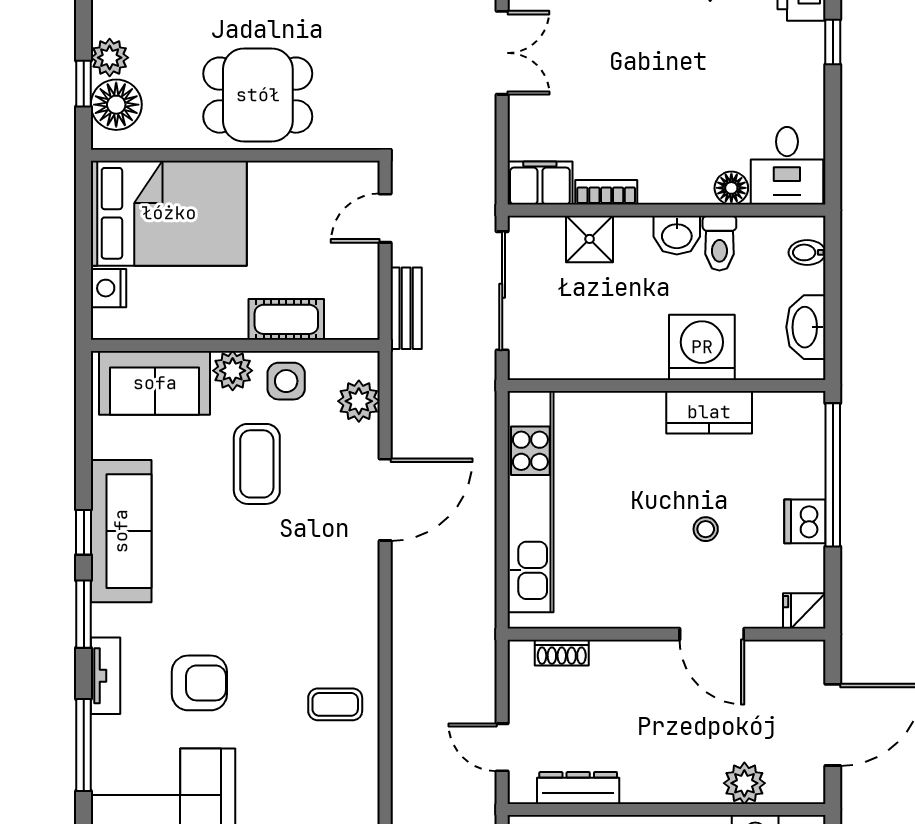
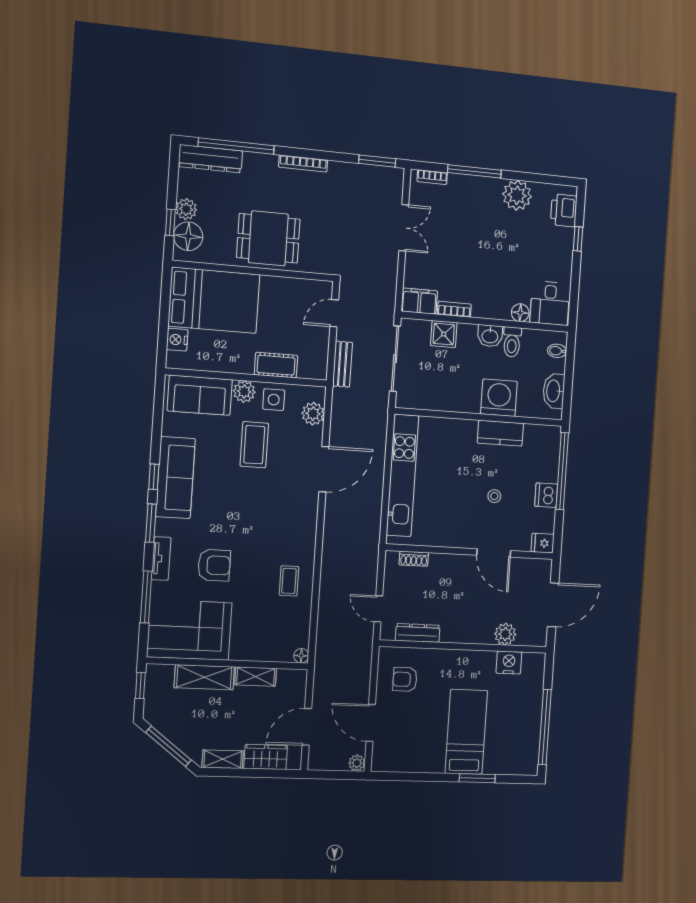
coffee table: (335, 704) -> (289, 581), turned 90

